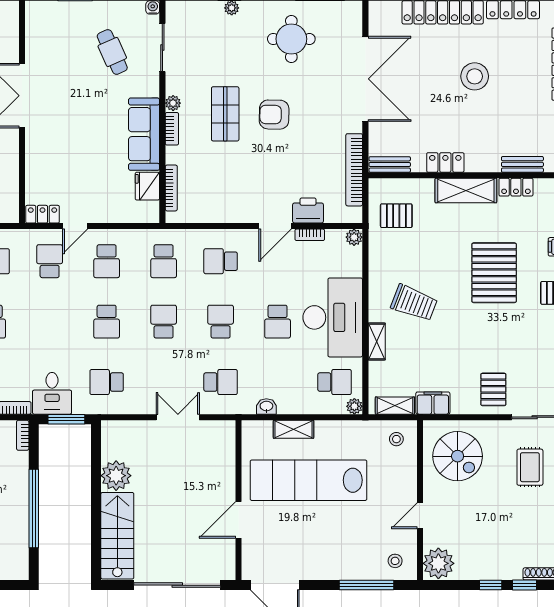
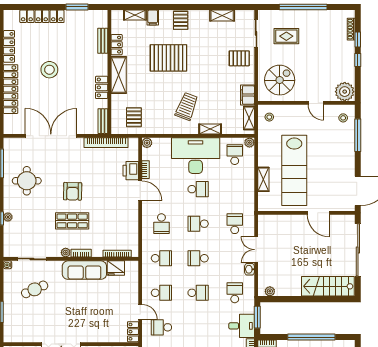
school desk: (107, 382) -> (235, 293), turned 180
washbasin: (266, 406) -> (249, 269), moved
plant: (116, 476) -> (270, 291), moved, width x0.53, depth x0.53

